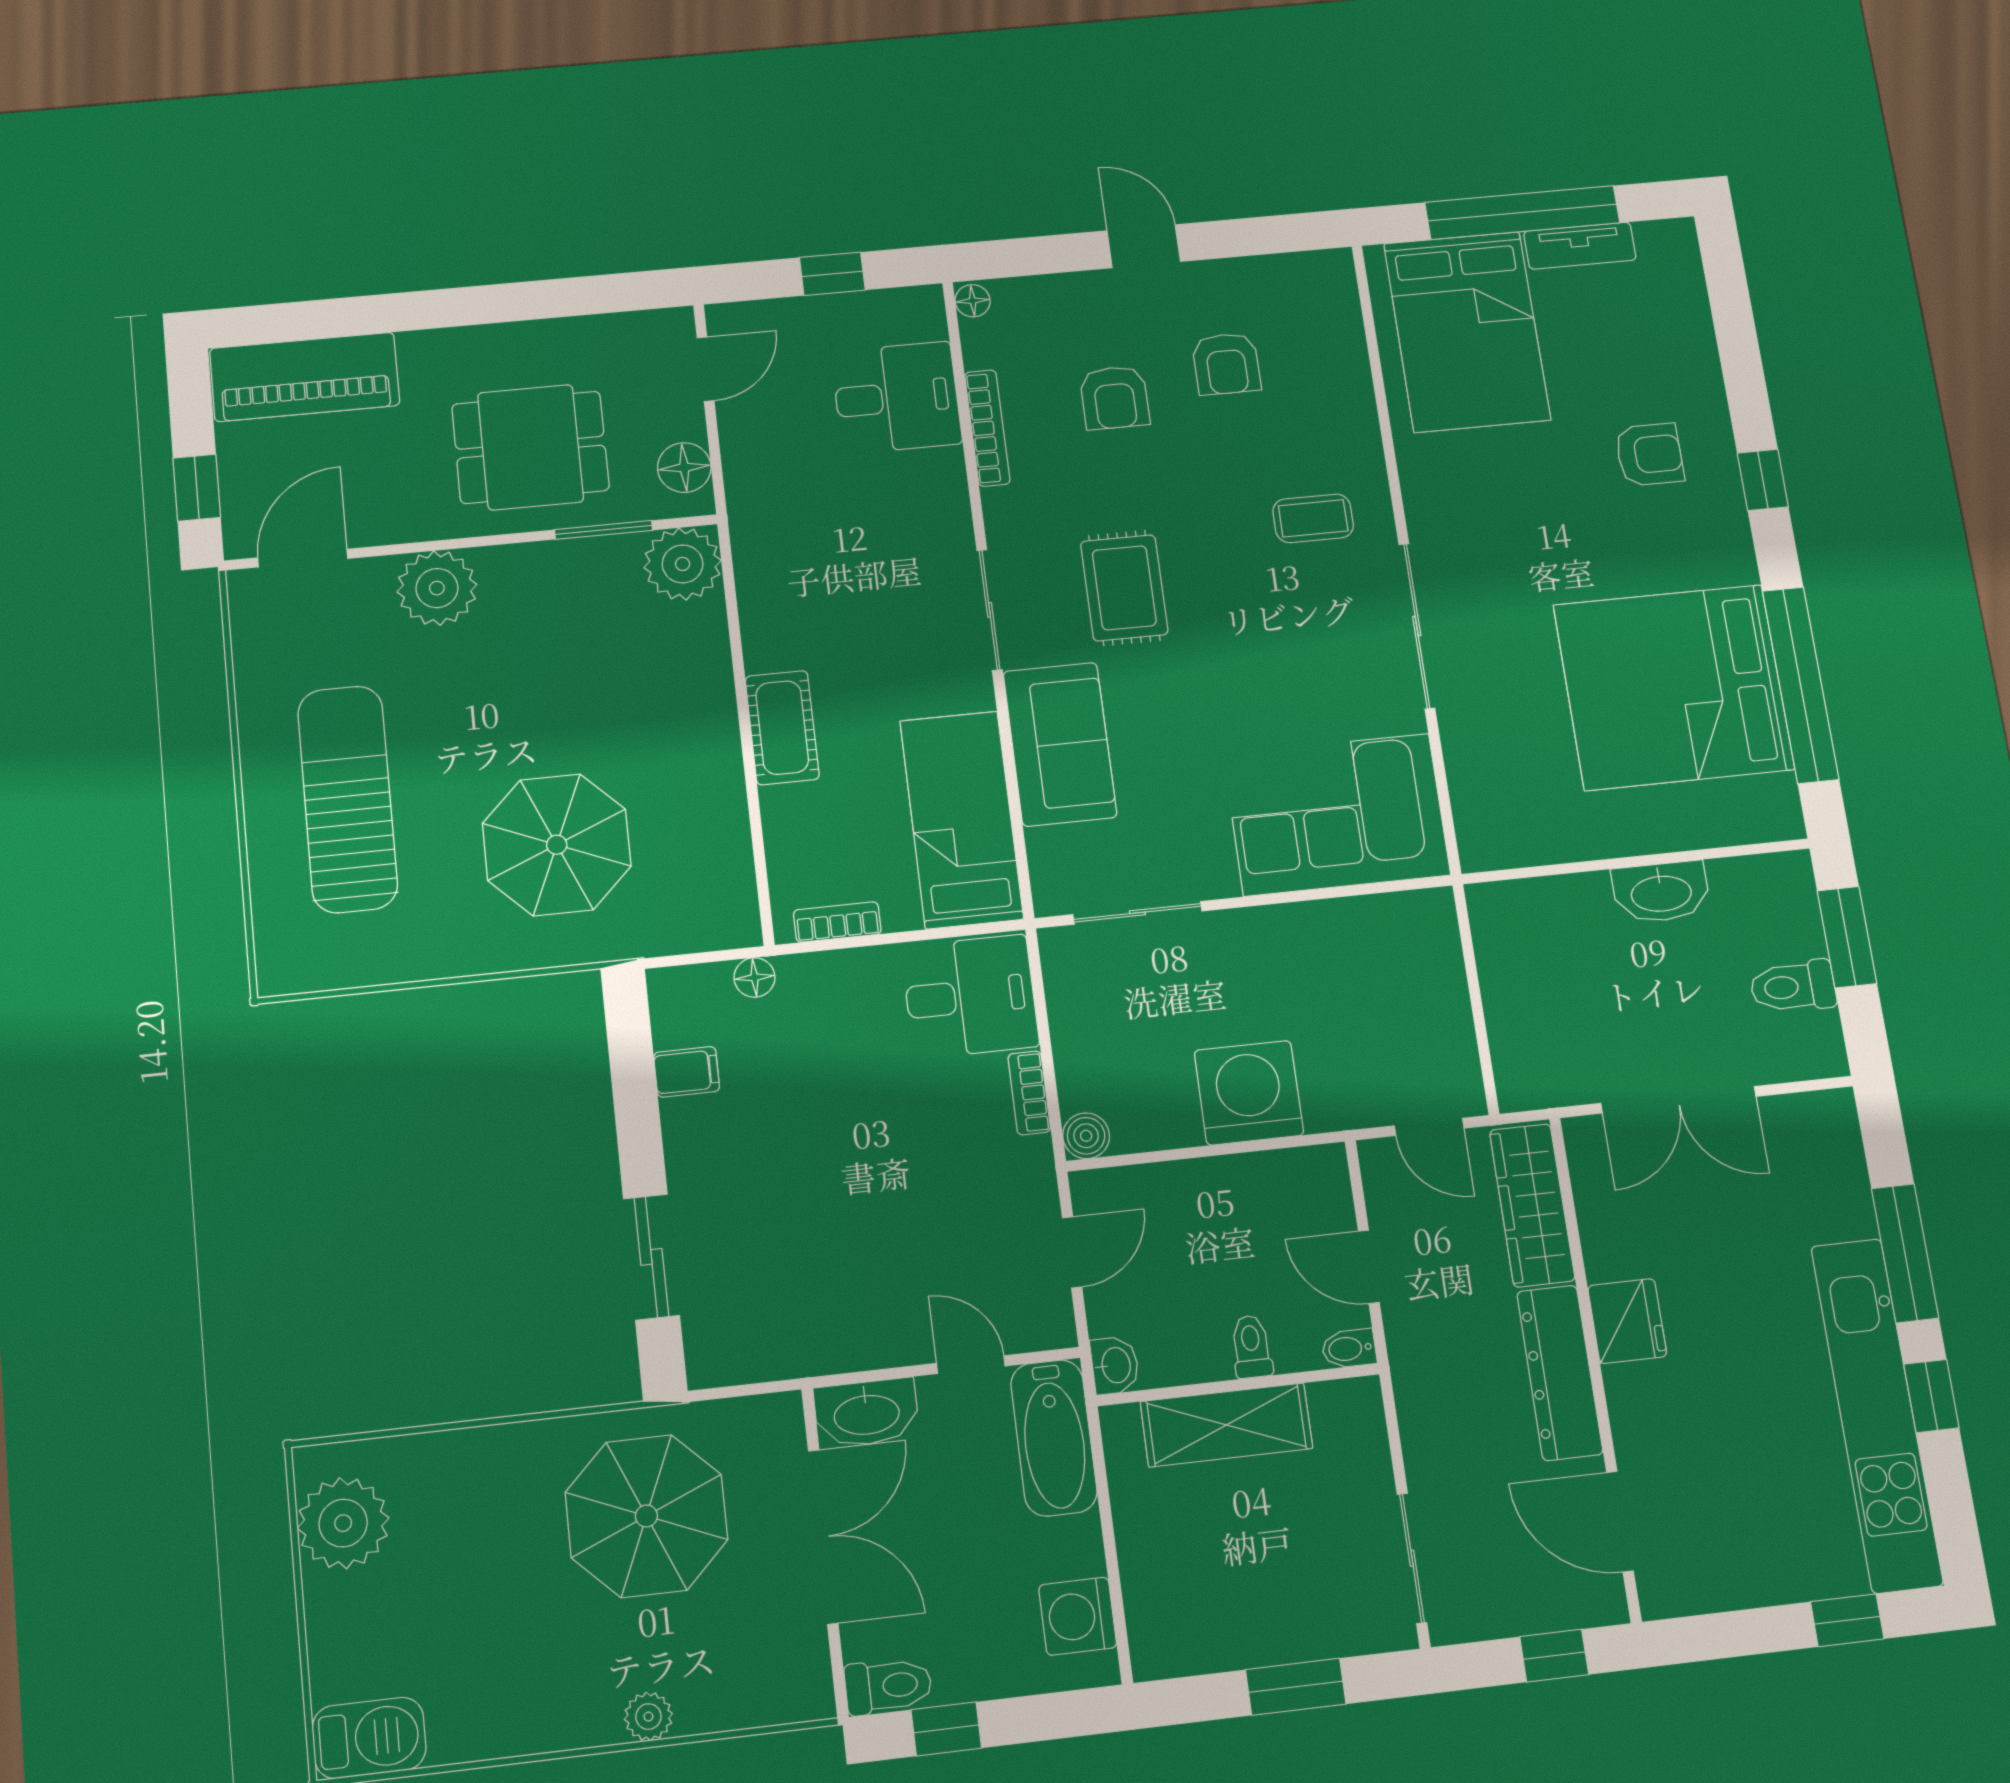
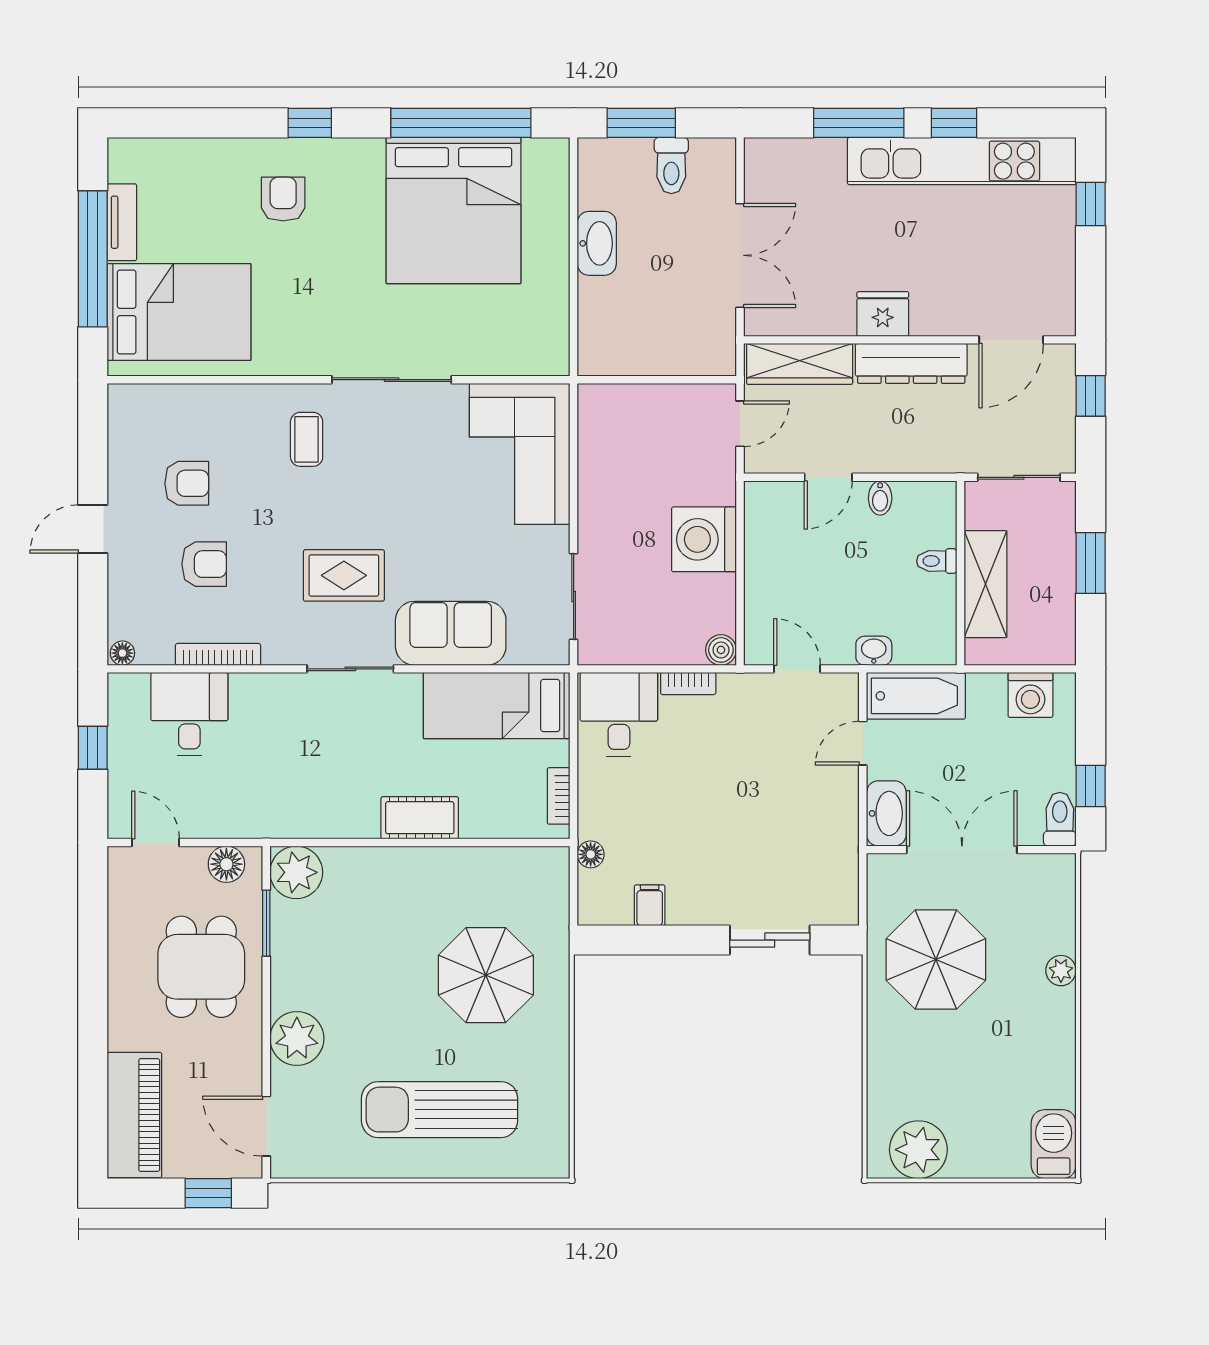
toilet: (1251, 1347) -> (937, 561), moved
wall: (1238, 1385) -> (960, 573), moved
shelving: (1226, 1425) -> (985, 584), moved

